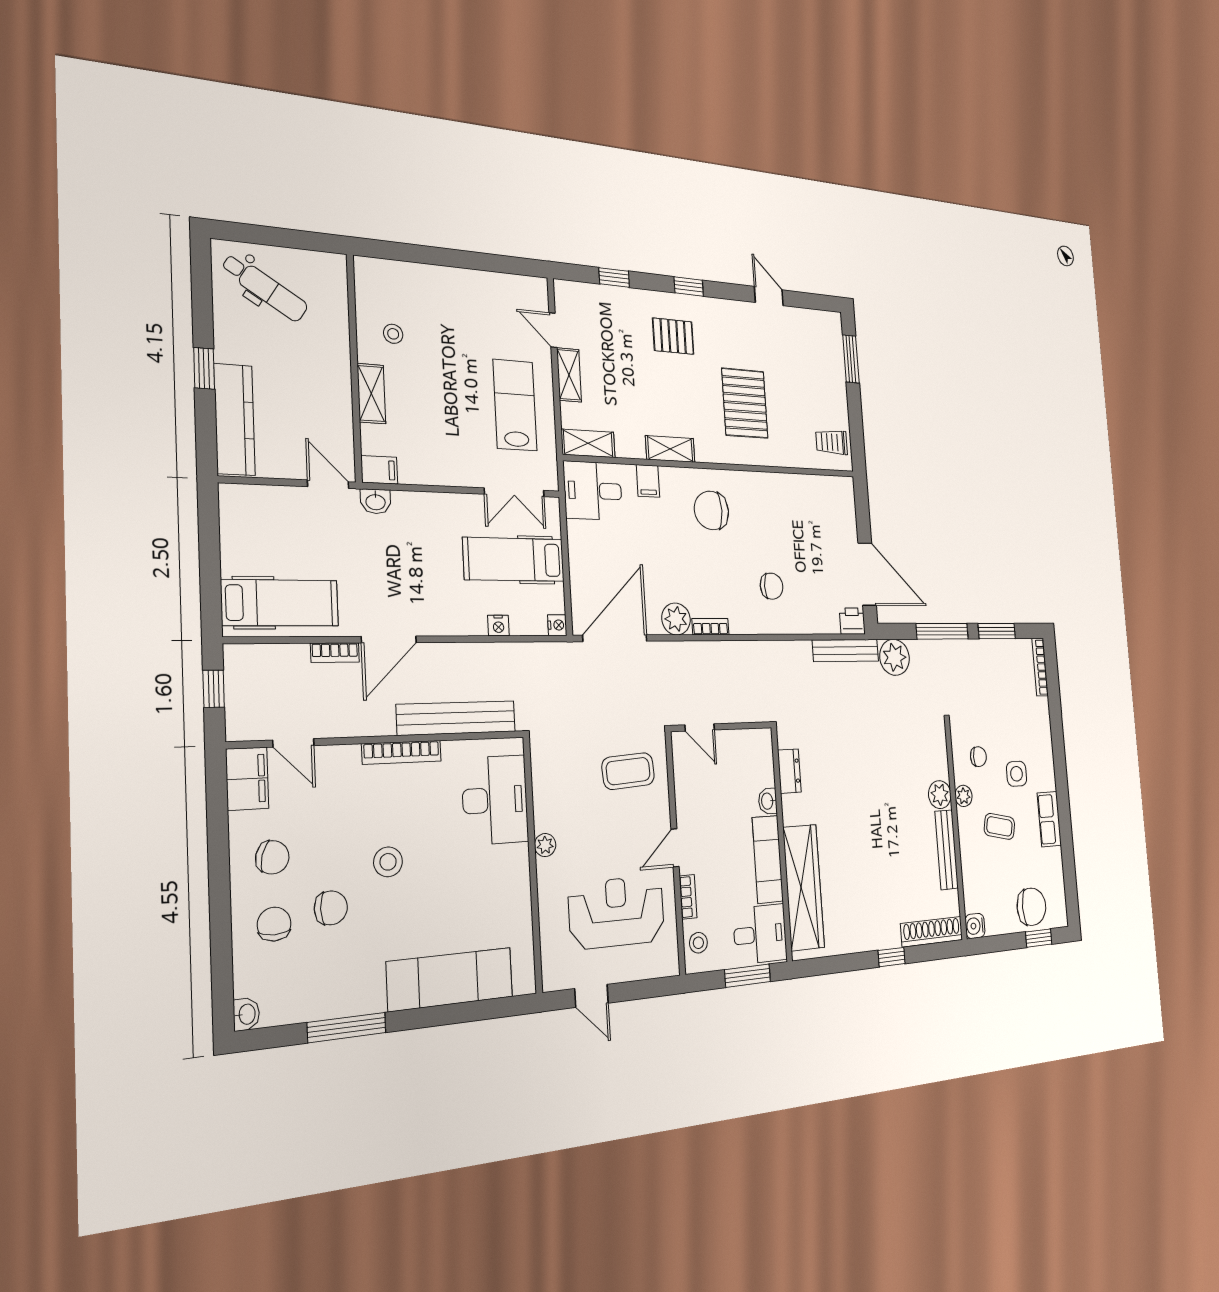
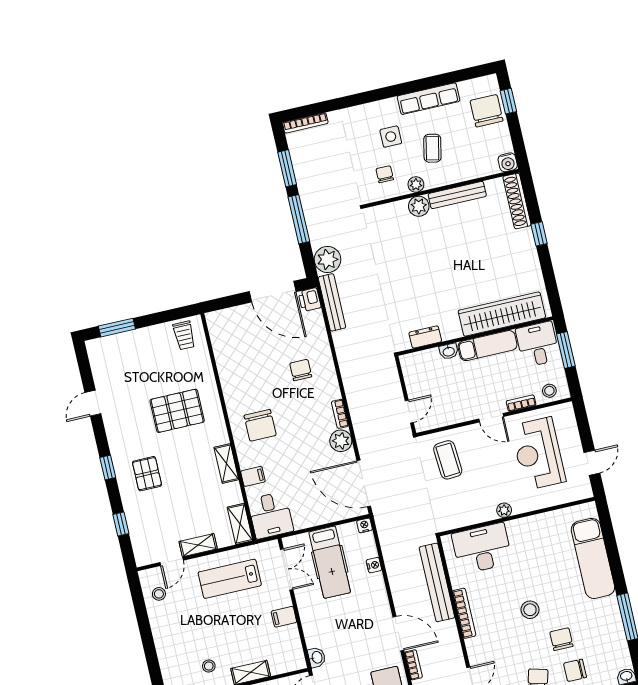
stool: (511, 297) -> (159, 594), added
filing cabinet: (379, 470) -> (284, 617), moved, turned -90
door: (867, 574) -> (273, 292), swing flipped
row of seats: (1049, 819) -> (429, 99), width x1.48

